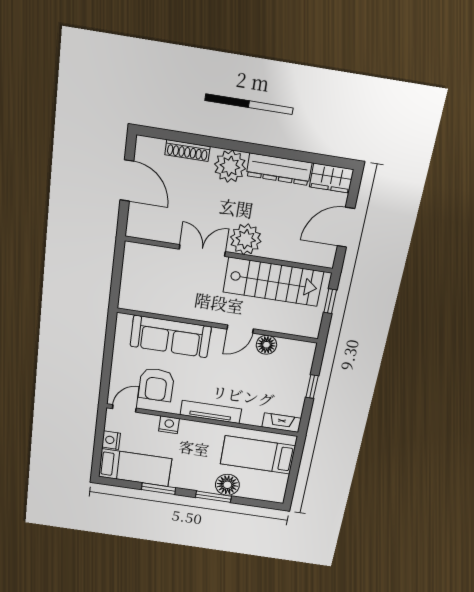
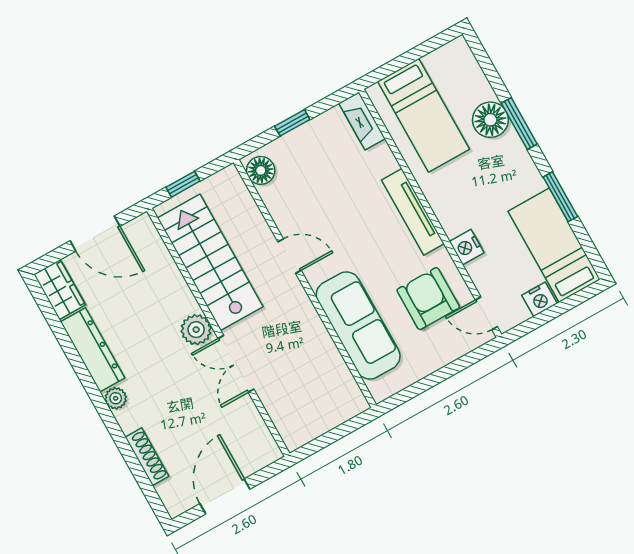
plant: (230, 166) -> (116, 398), width x0.53, depth x0.53
plant: (246, 239) -> (196, 330), width x0.73, depth x0.73
floor lamp: (266, 345) -> (261, 170), moved
armchair: (156, 385) -> (428, 299), turned -90

